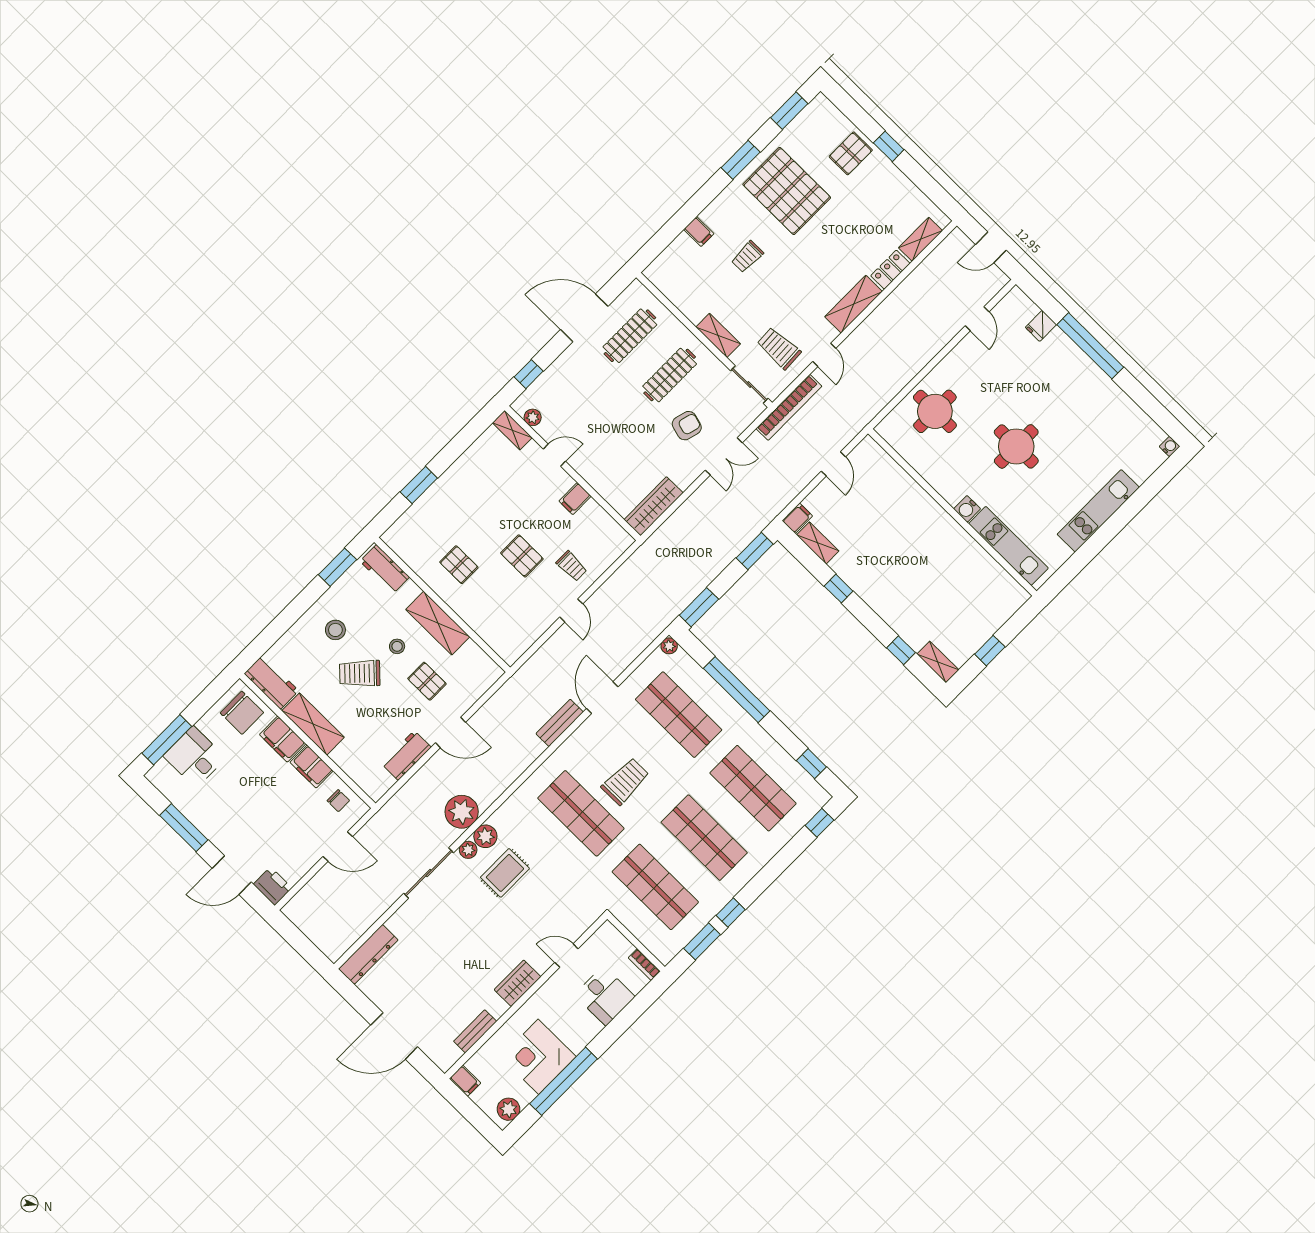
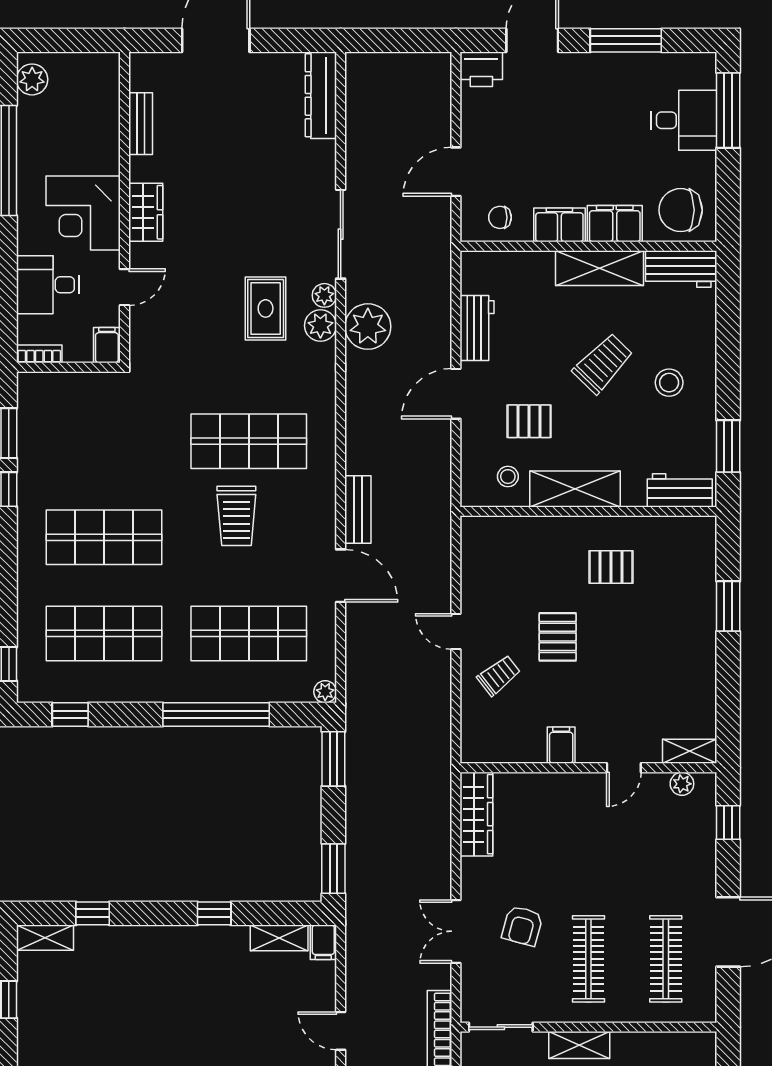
pallet: (522, 556) -> (558, 637), turned 90
trolley: (572, 566) -> (499, 675), turned 142
stool: (397, 646) -> (508, 477), moved
shop shelf: (655, 887) -> (104, 441), removed
corner desk: (538, 1057) -> (83, 213), moved, turned 180
filing cabinet: (465, 1081) -> (107, 345), moved, turned 90

